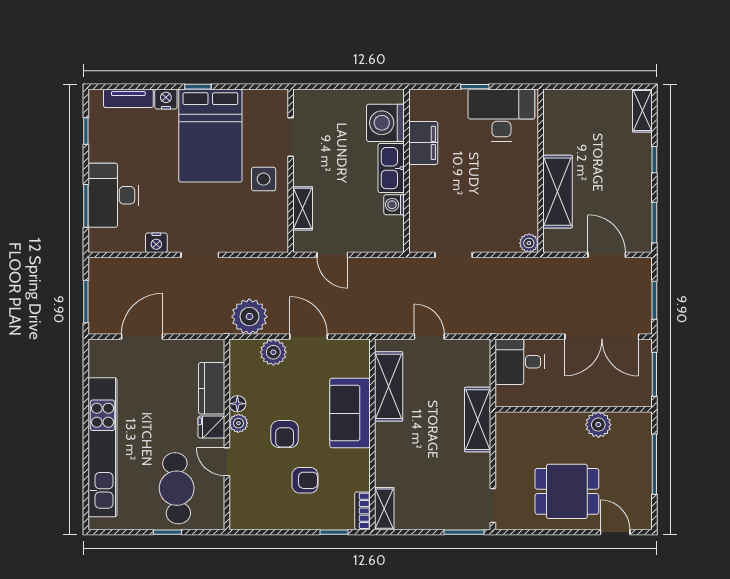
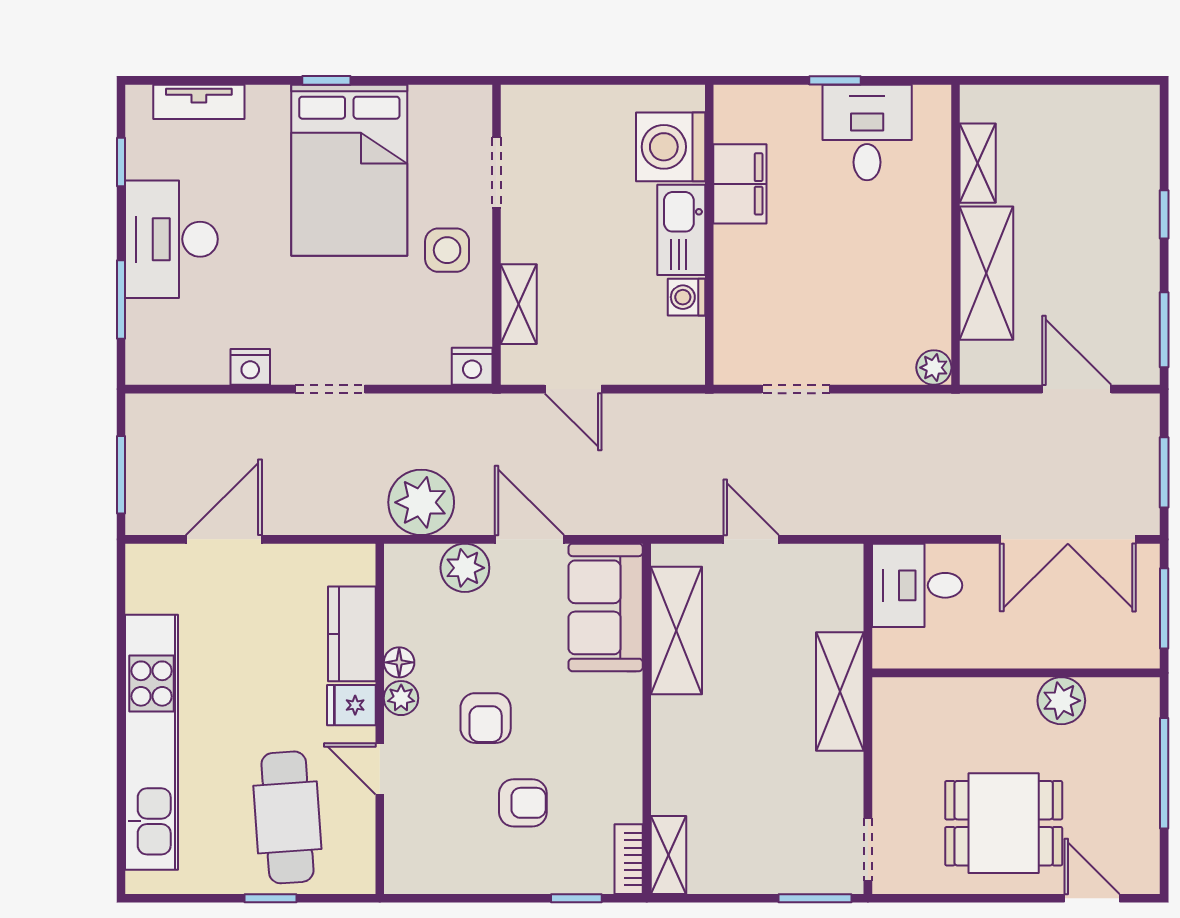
nightstand: (166, 99) -> (472, 366), moved, turned 180
shelving: (642, 111) -> (978, 163), moved
desk: (501, 115) -> (867, 132), width x0.73
desk: (113, 195) -> (171, 239), moved
sofa: (350, 413) -> (606, 607), moved

